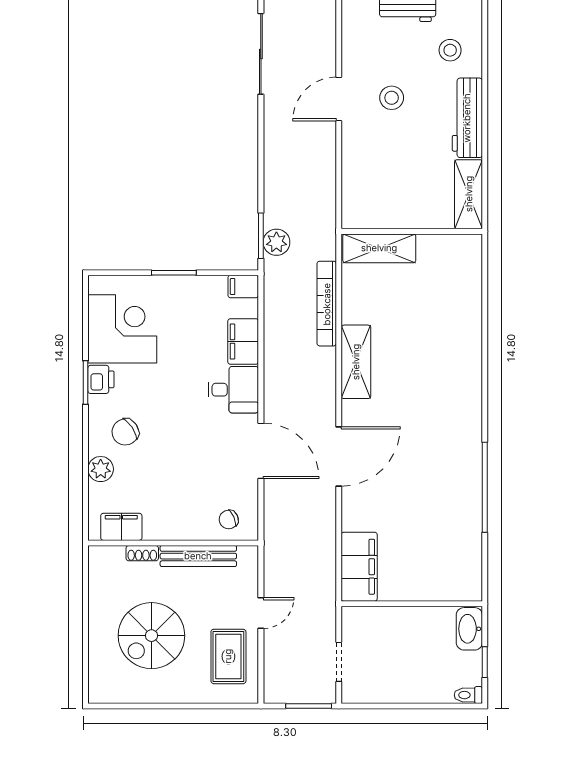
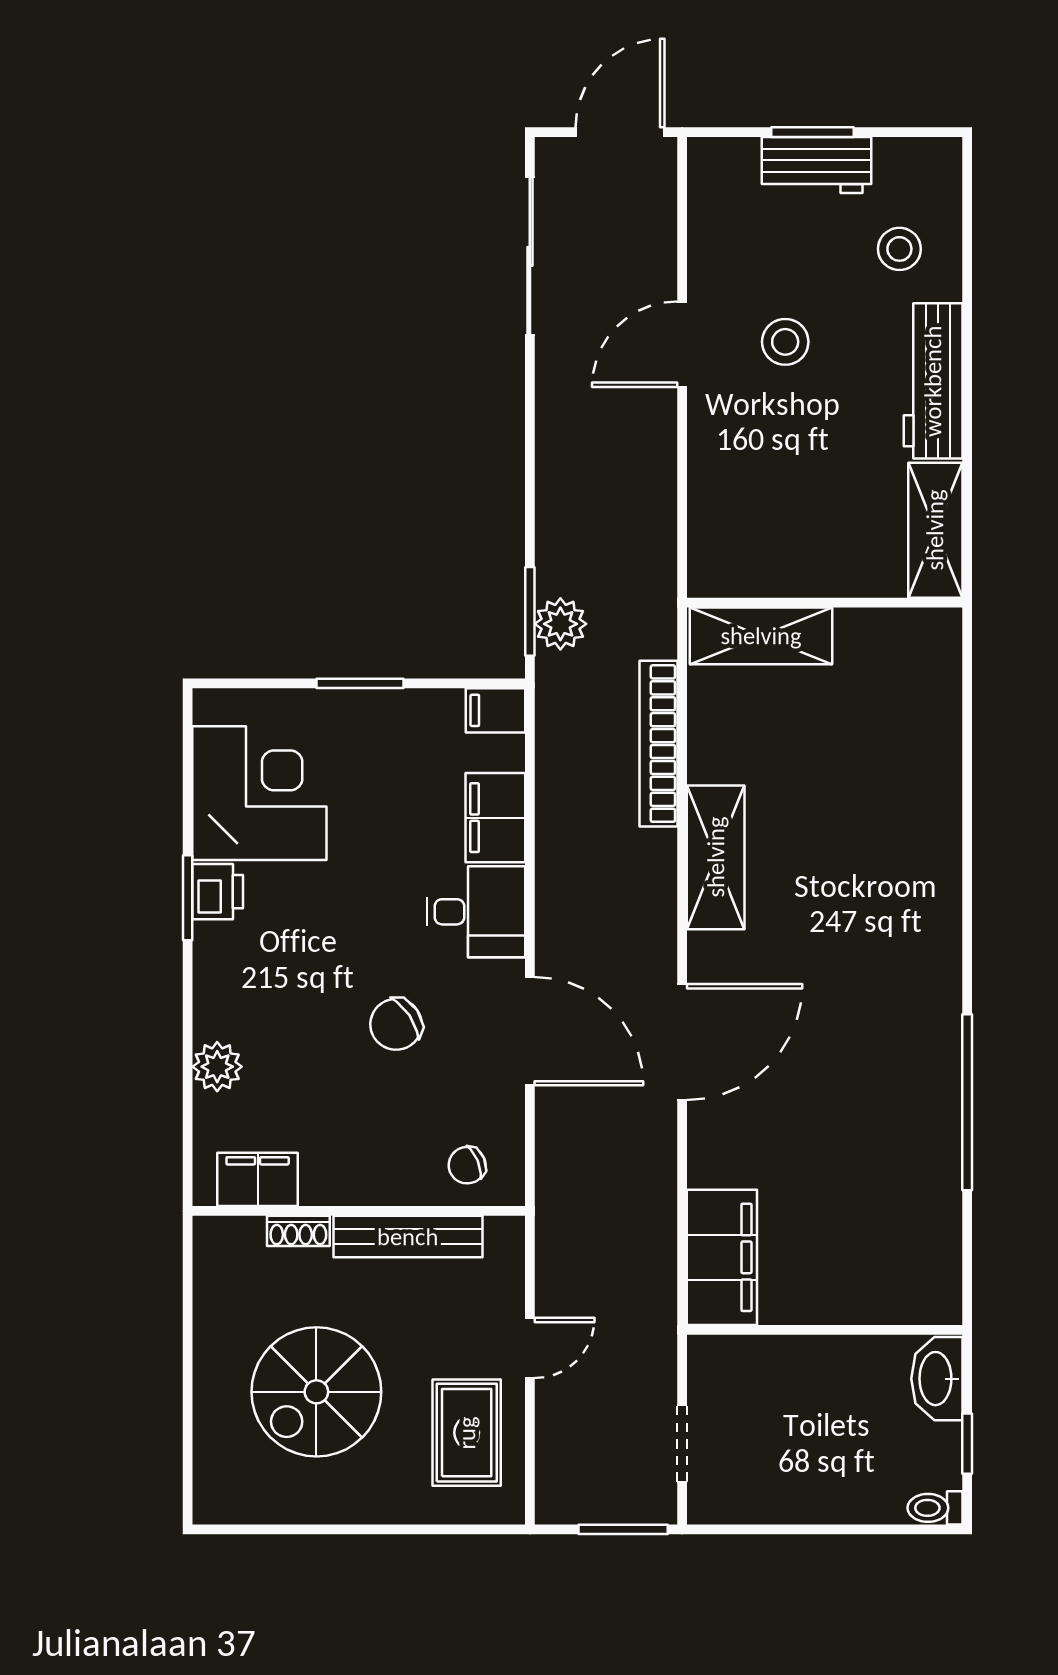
chair: (125, 432) -> (396, 1024), moved

